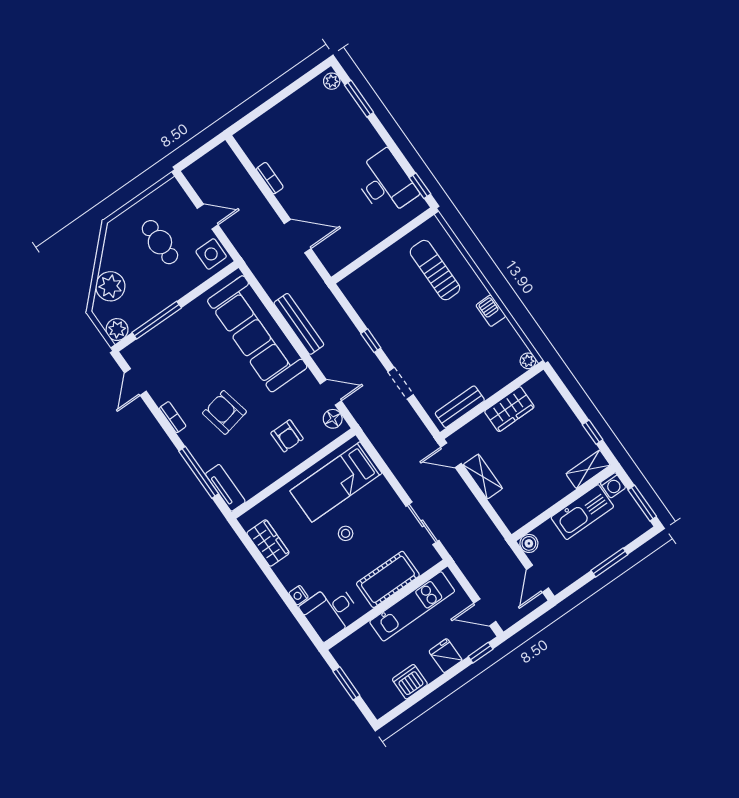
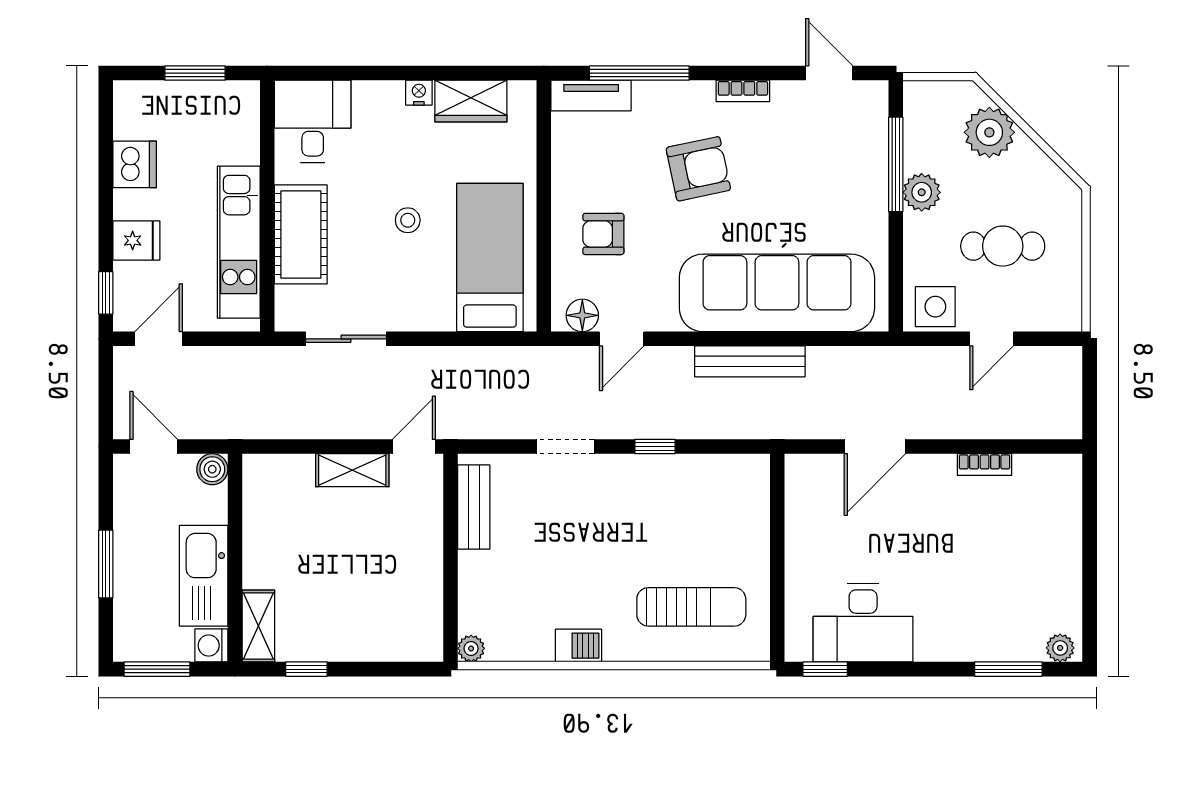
plant: (117, 330) -> (922, 192), moved
wardrobe: (509, 409) -> (421, 574), removed
nightstand: (299, 595) -> (419, 93), moved

